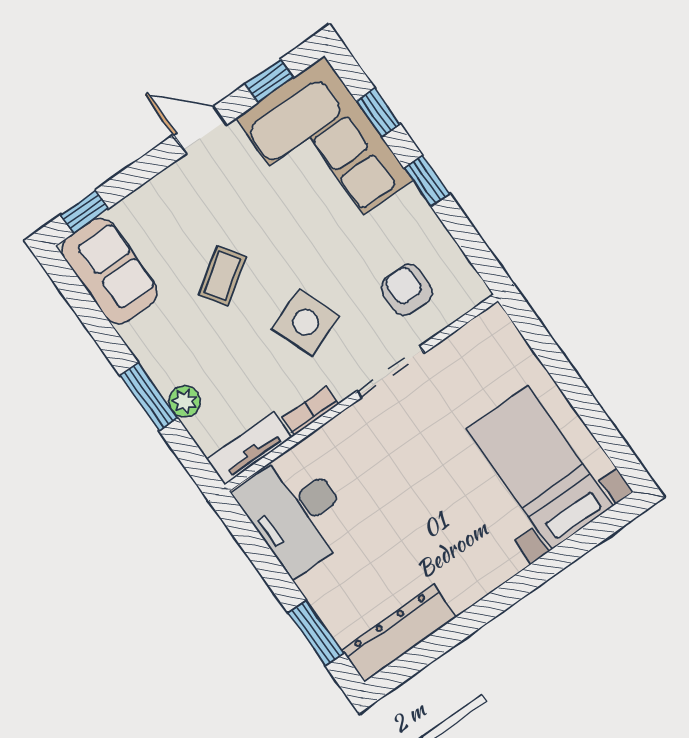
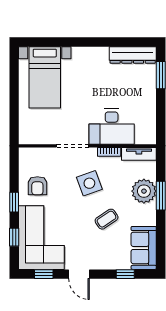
window: (84, 212) -> (125, 274), moved
armchair: (407, 290) -> (37, 186), moved
plant: (185, 401) -> (144, 191), width x1.88, depth x1.88
desk: (296, 513) -> (112, 127), moved, turned 90

